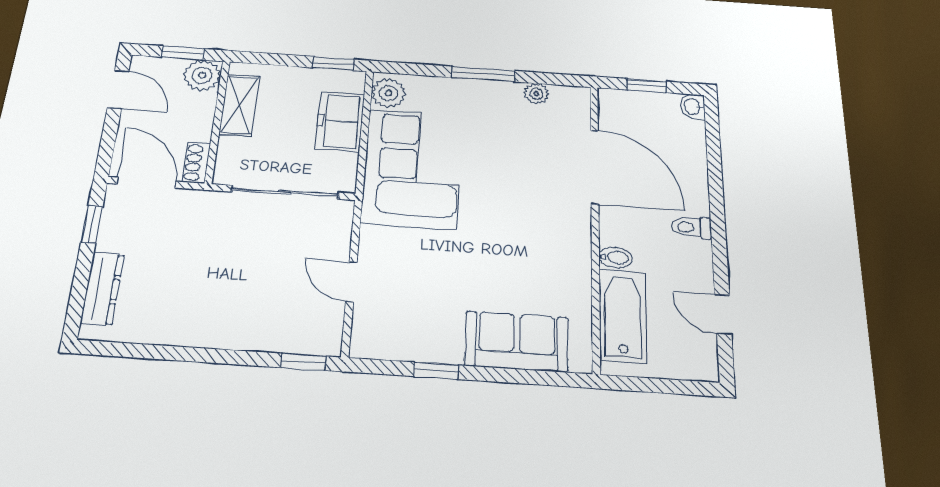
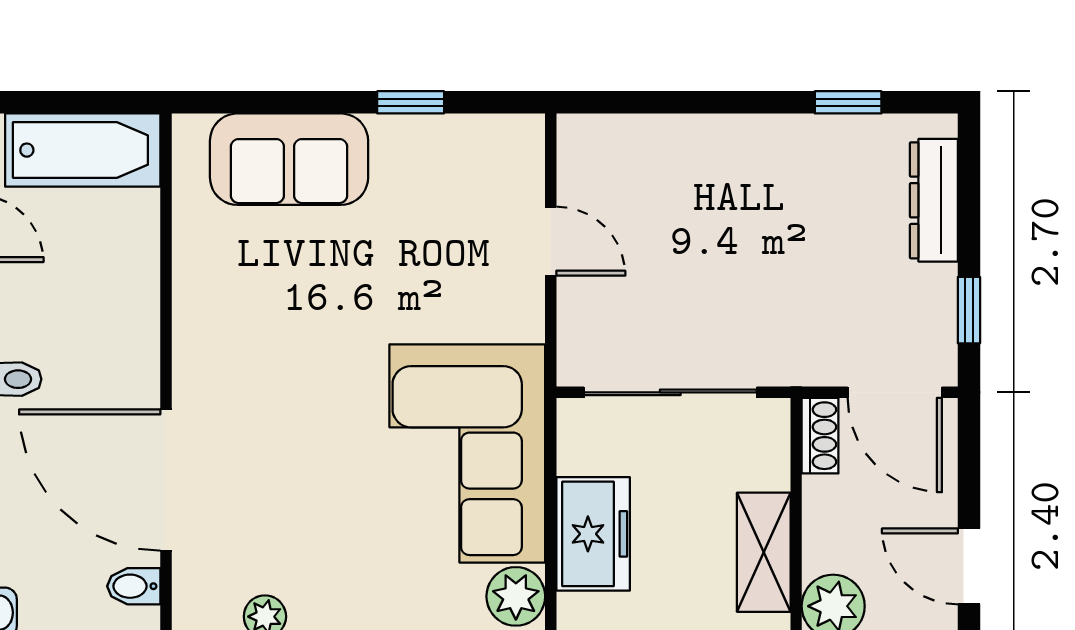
bidet: (615, 258) -> (134, 586), moved
bathtub: (623, 316) -> (83, 150), moved, turned -90
window: (303, 362) -> (848, 102), moved

